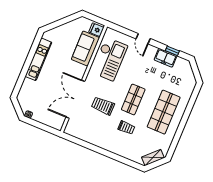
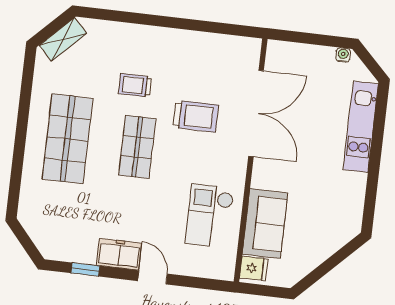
freezer: (166, 58) -> (119, 254), moved
kitchen unit: (38, 59) -> (361, 127), moved
checkout: (110, 59) -> (210, 216), width x0.73, depth x0.83

